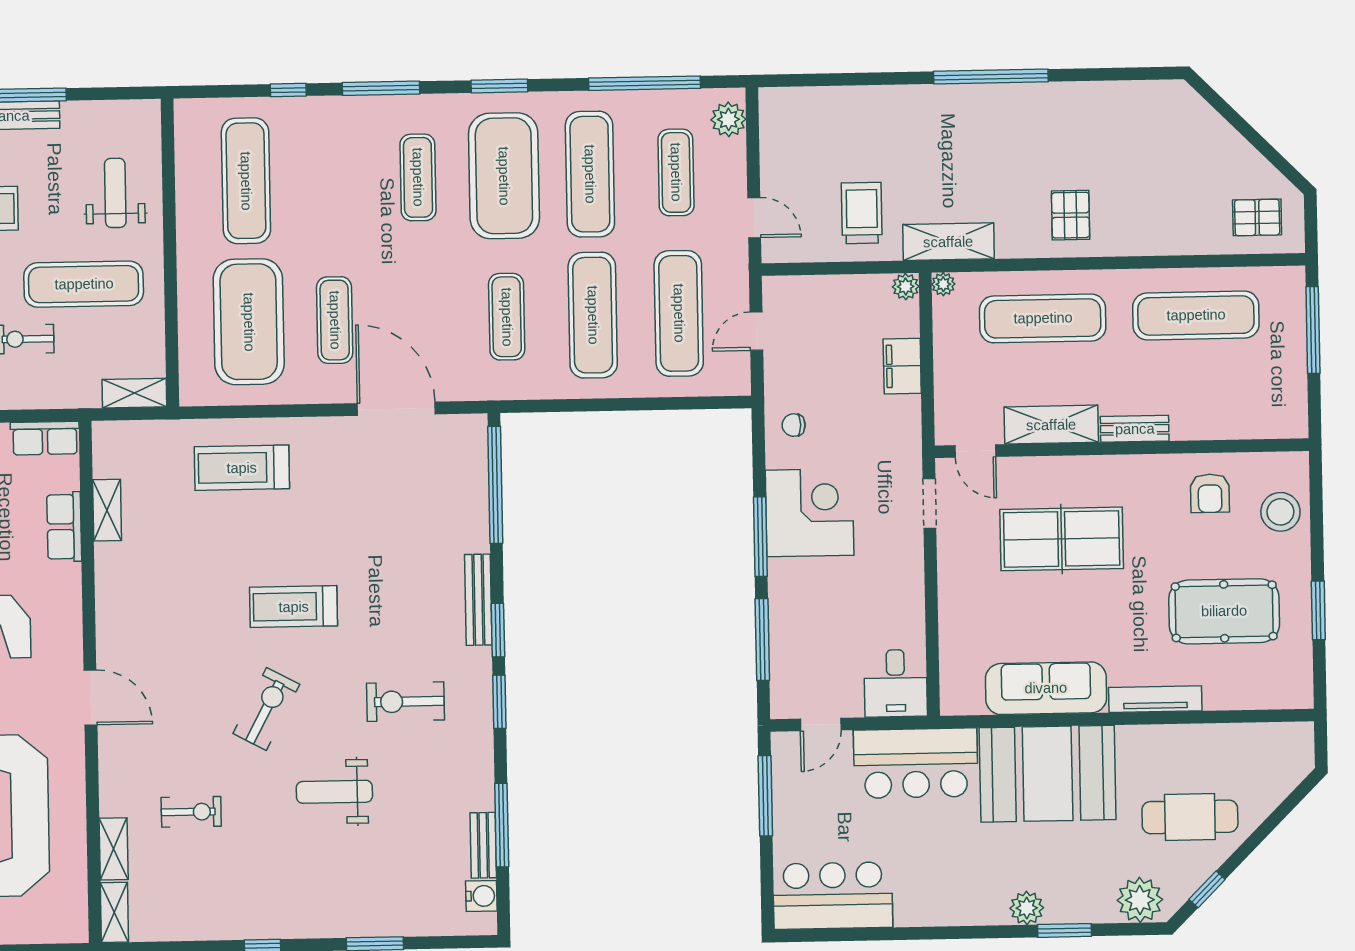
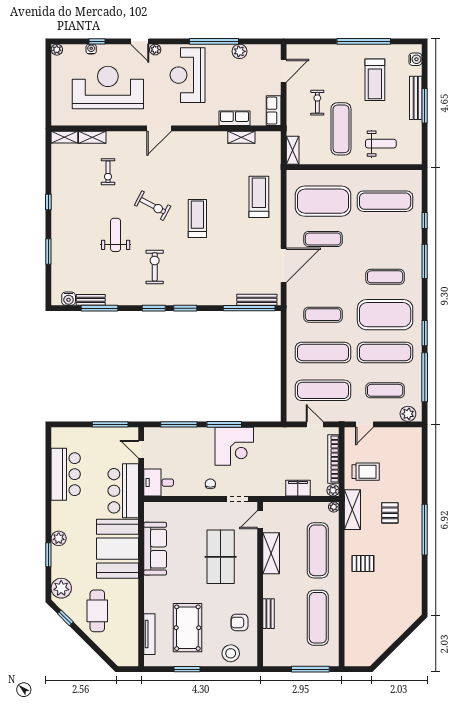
window: (499, 86) -> (425, 333), moved
pallet: (1257, 217) -> (390, 513), moved
bookcase: (834, 287) -> (333, 459), added
chair: (794, 425) -> (210, 484), moved
bench: (1135, 429) -> (268, 614), moved
bench: (478, 600) -> (257, 300), moved
tv unit: (1155, 699) -> (149, 634), moved
bar counter: (833, 896) -> (66, 474), moved

